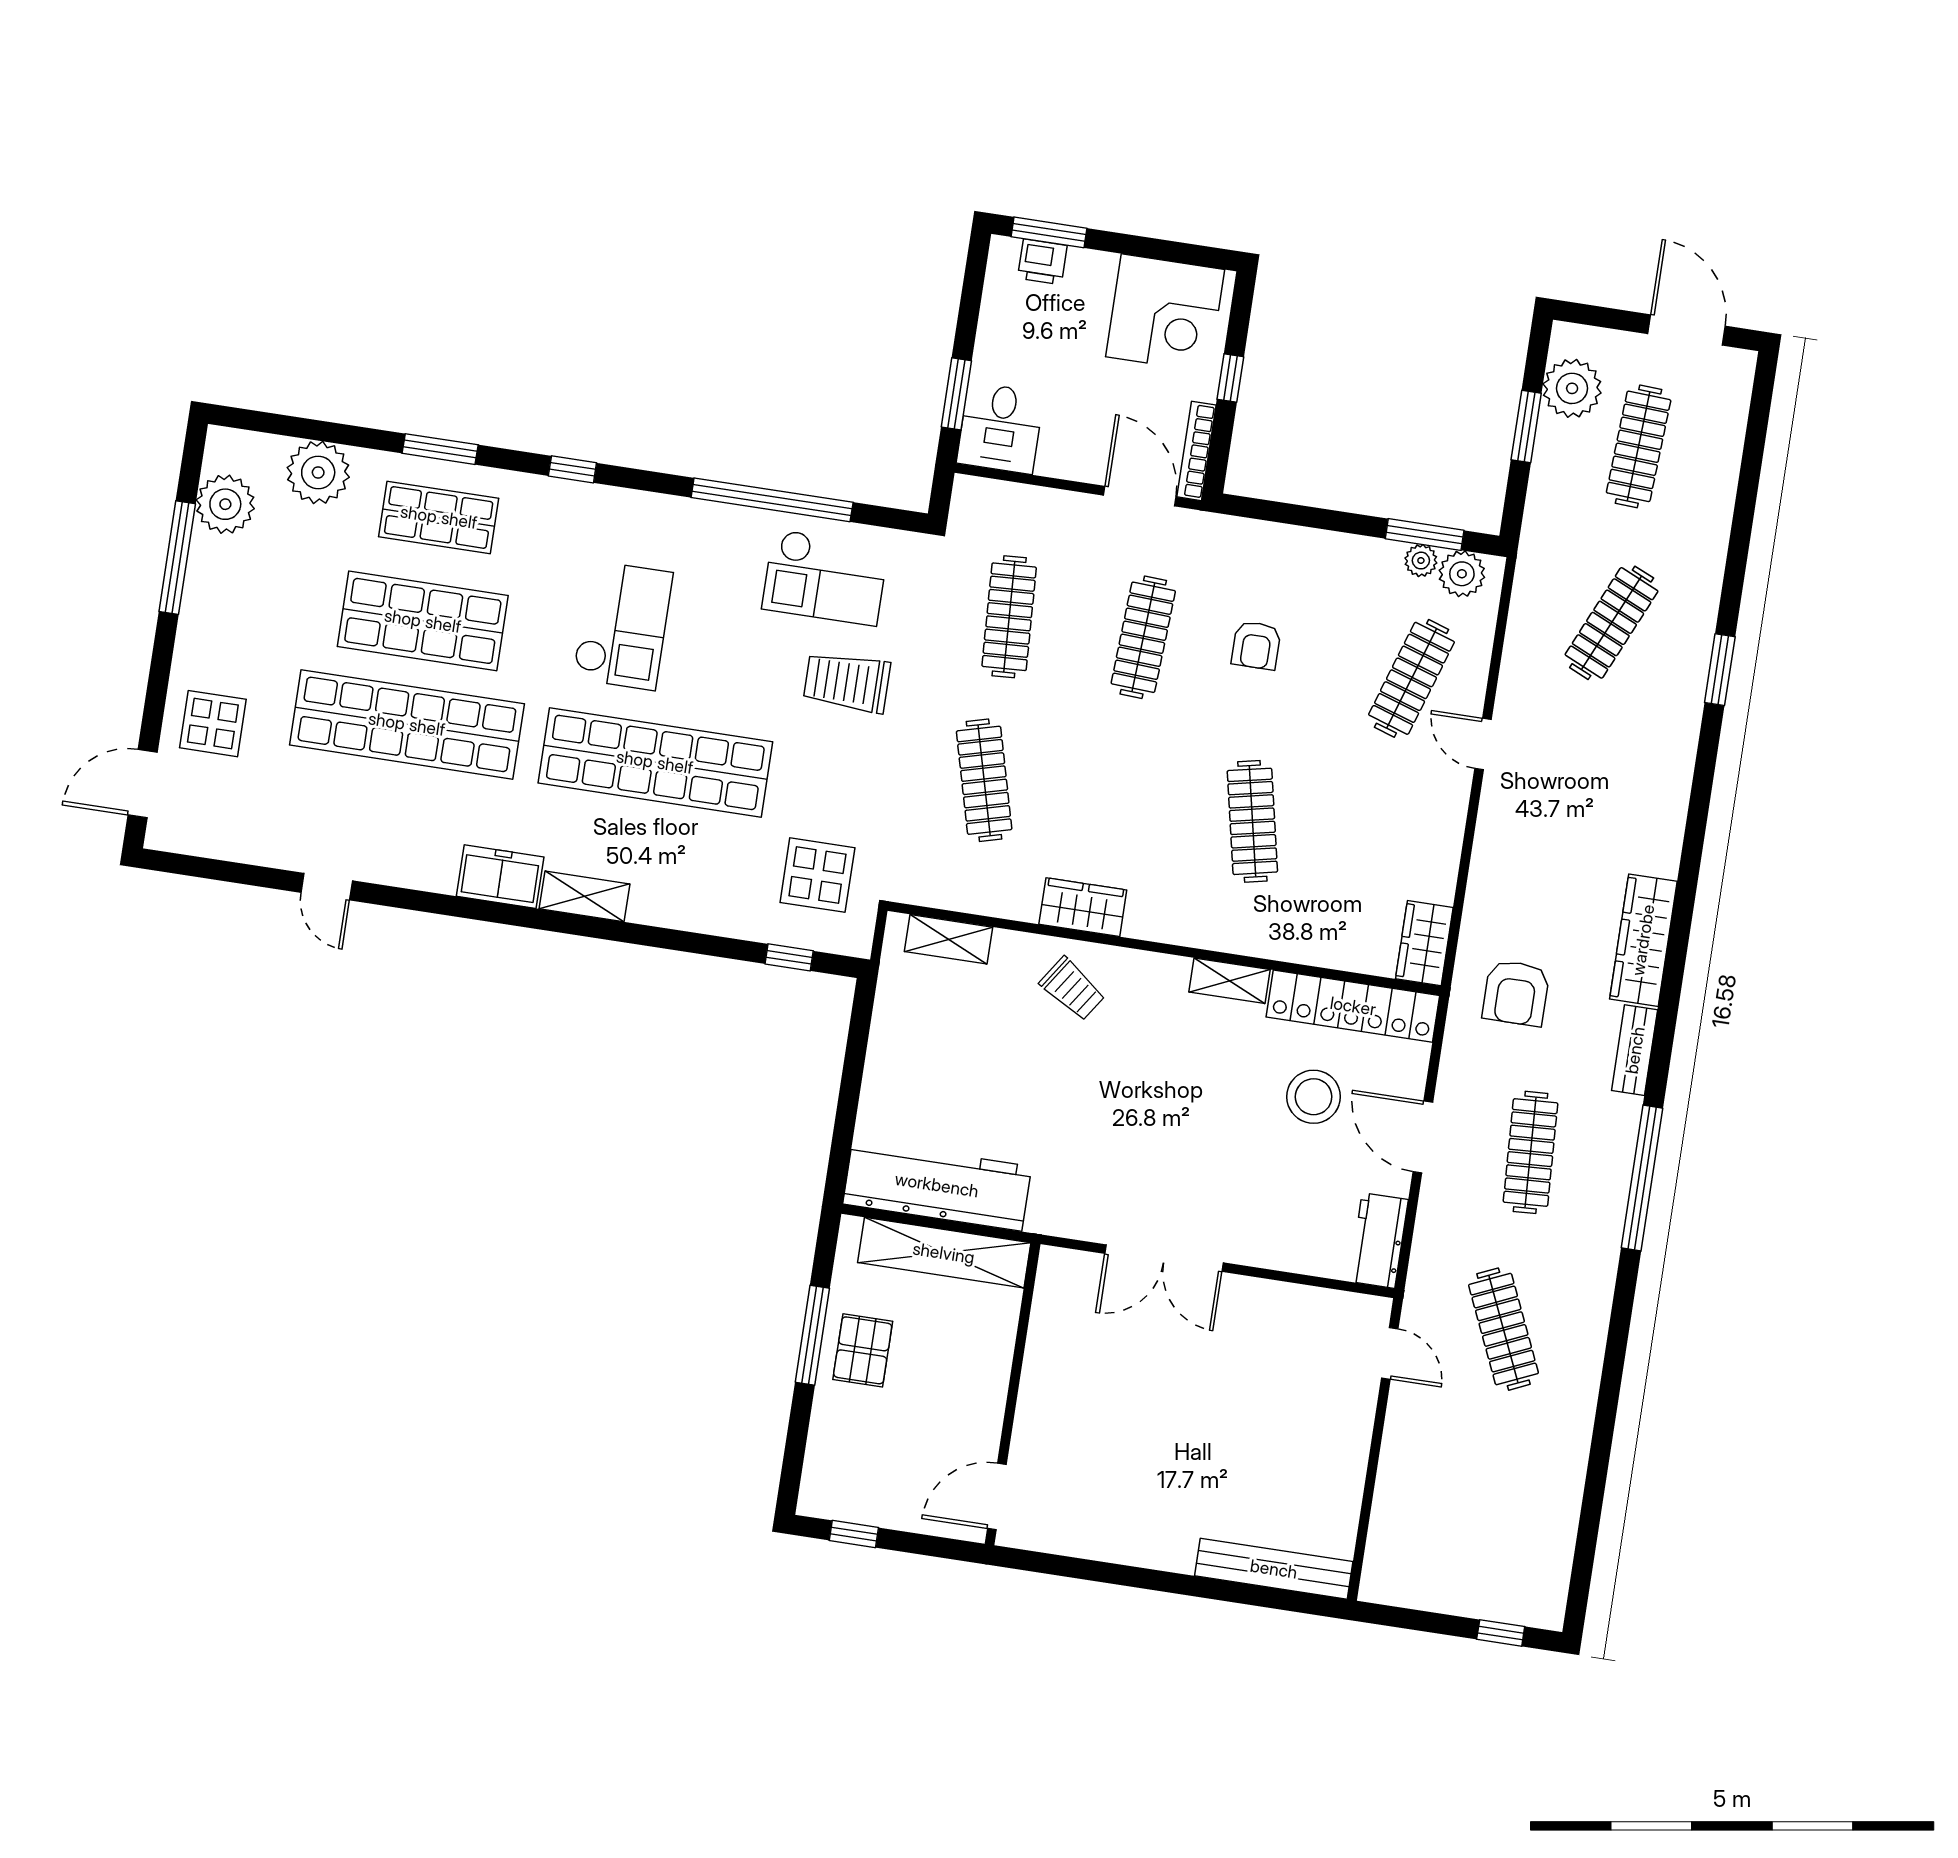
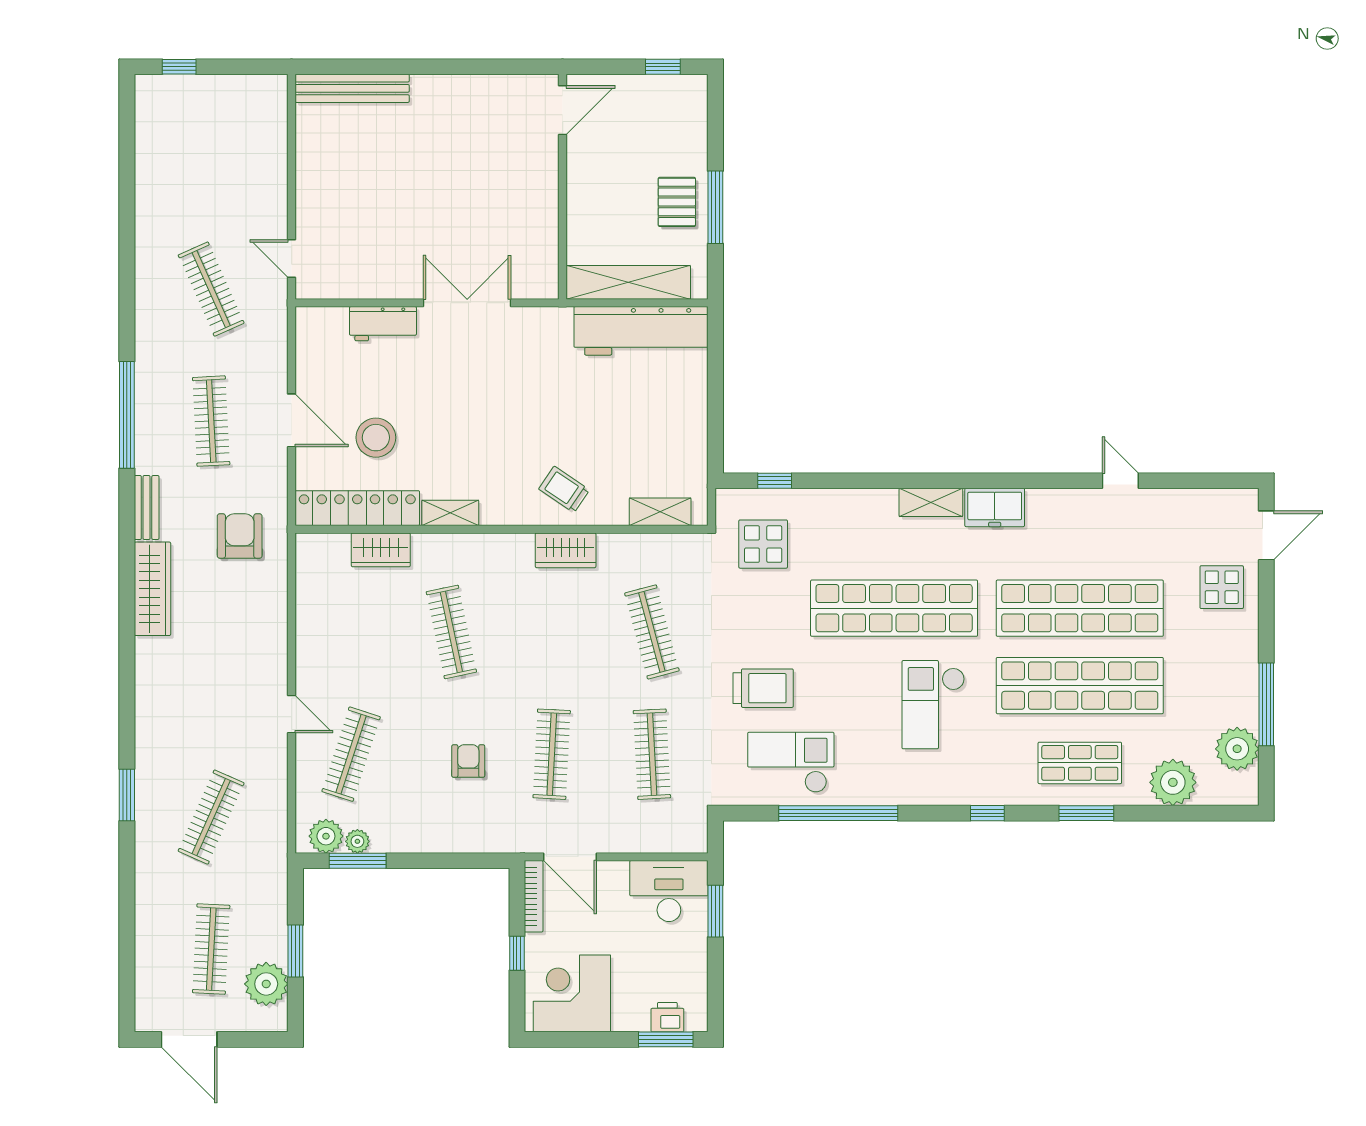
desk: (1000, 428) -> (669, 891), width x1.37
shop shelf: (423, 621) -> (1080, 686), width x1.40
wardrobe: (1424, 943) -> (381, 550), moved, turned 90
workbench: (1379, 1241) -> (383, 324), moved, turned 90

